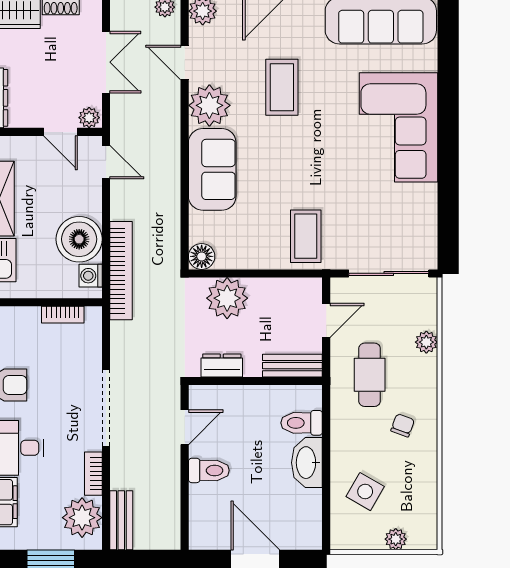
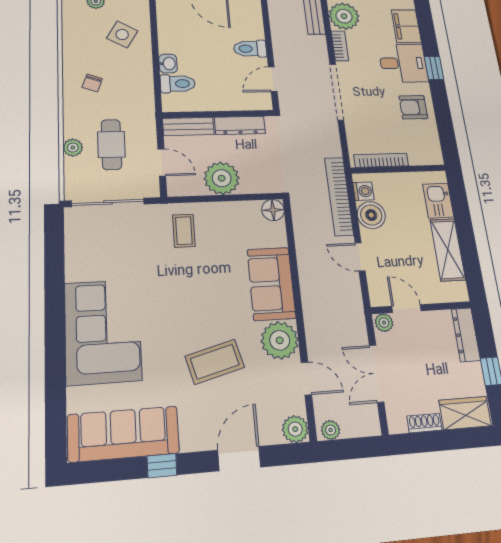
coffee table: (282, 87) -> (215, 362), turned 75
door: (106, 162) -> (360, 257), moved
coffee table: (306, 236) -> (184, 231), width x0.73, depth x0.77
boiler: (79, 239) -> (371, 215), width x0.73, depth x0.73
plant: (227, 298) -> (222, 178), moved
bookcase: (63, 315) -> (381, 160), width x1.56
door: (326, 320) -> (162, 162), swing flipped
dresser: (222, 365) -> (240, 125), width x1.44
cafe table: (370, 375) -> (111, 144), moved
washbasin: (307, 463) -> (168, 64), width x0.52, depth x0.69

